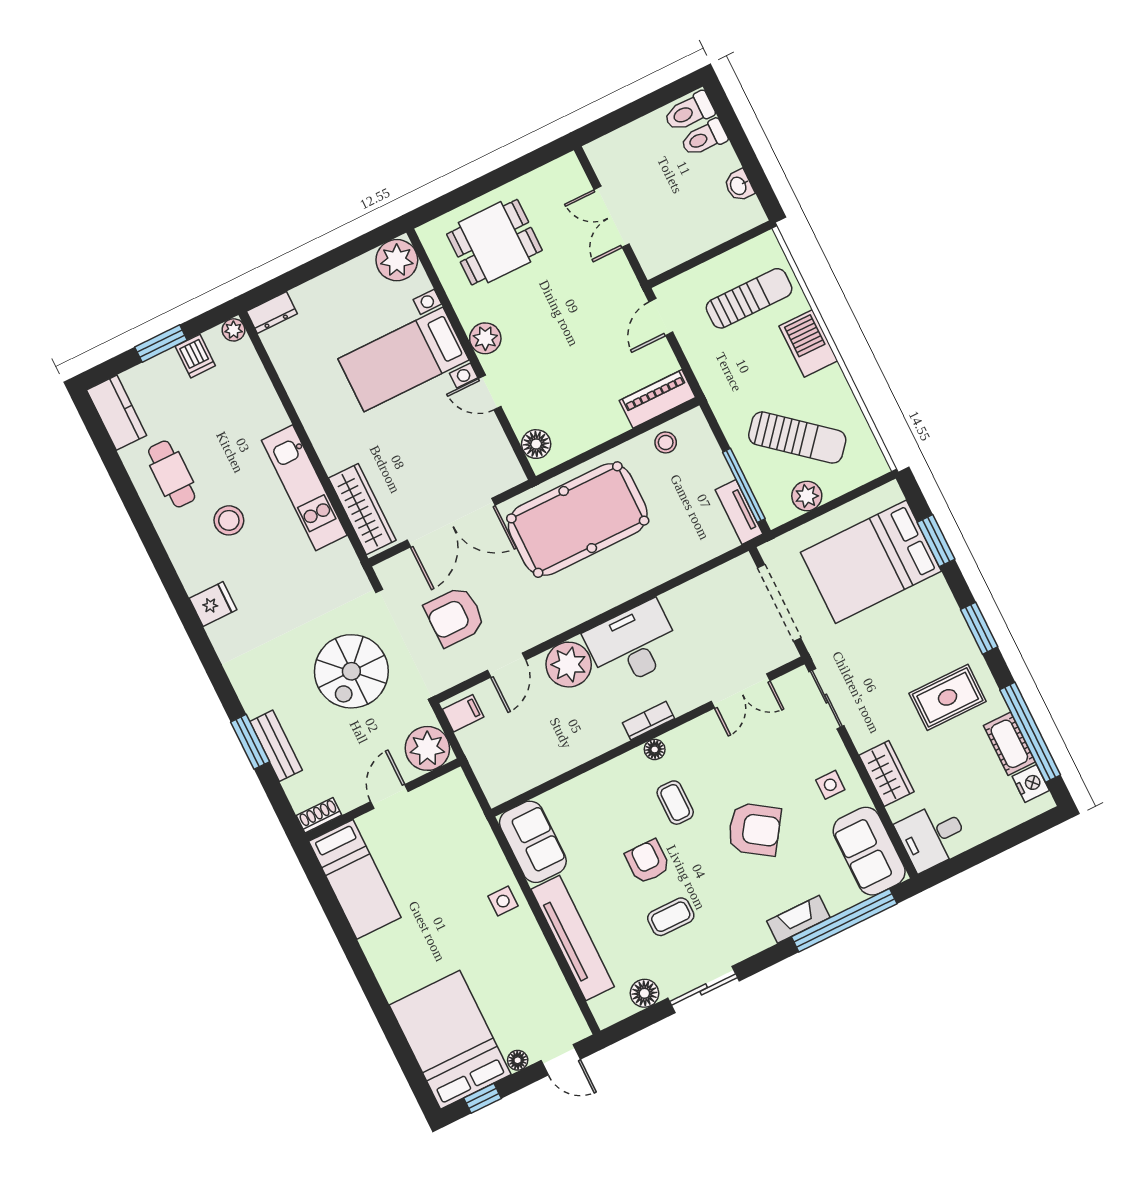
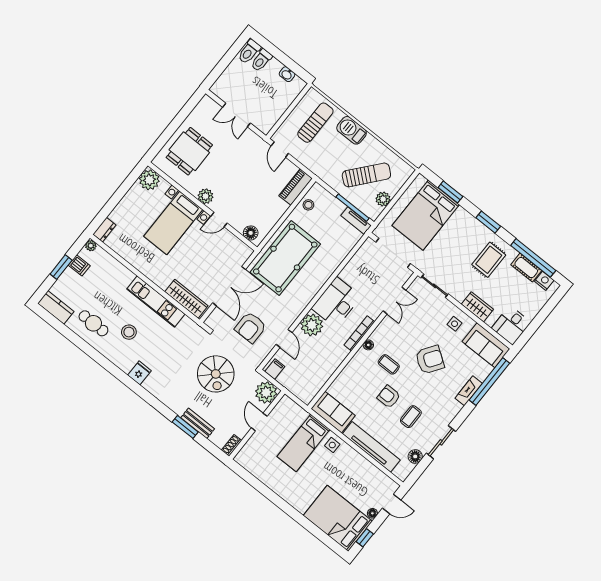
bookcase: (648, 721) -> (359, 333), width x1.56
bed: (355, 879) -> (303, 443), moved, turned 90

